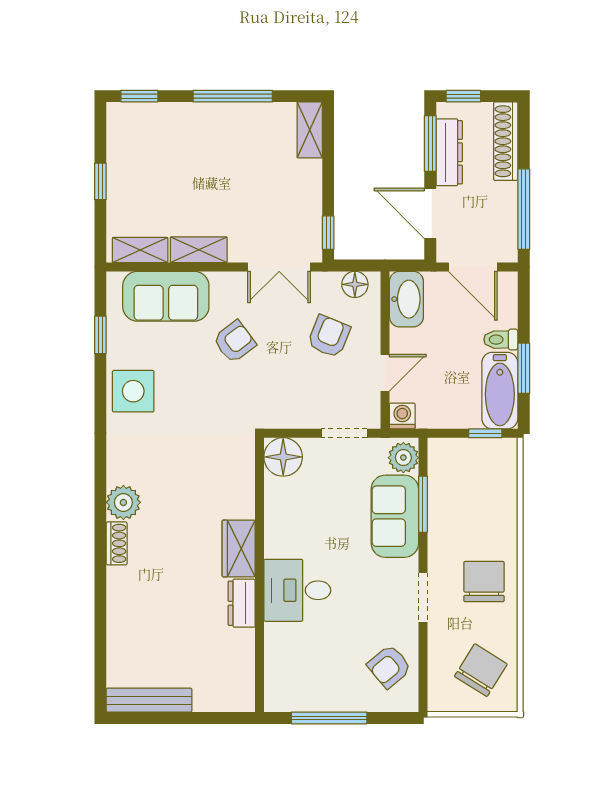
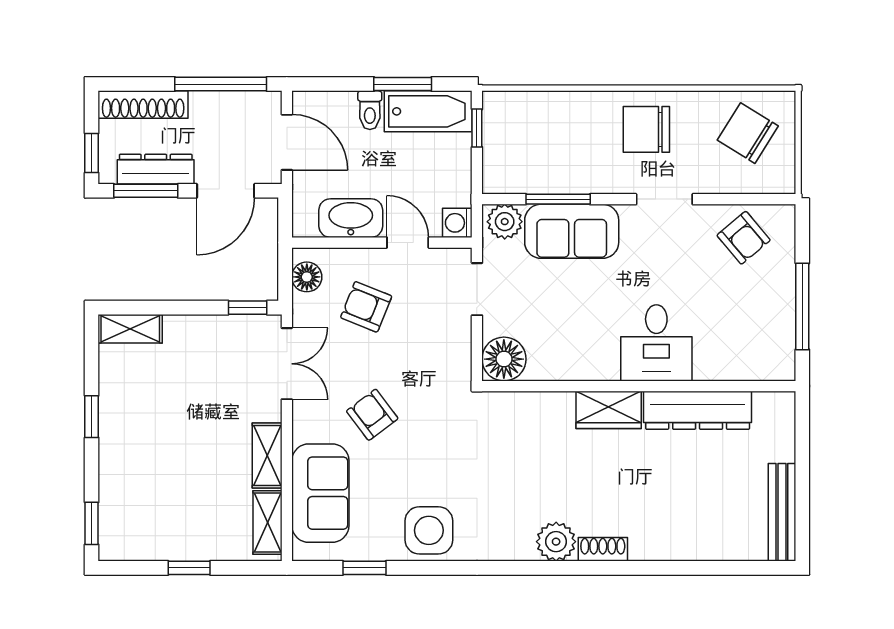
window: (233, 96) -> (92, 417), width x0.46
door: (473, 267) -> (287, 142), hinge flipped
washbasin: (406, 299) -> (351, 218), moved
dresser: (242, 603) -> (698, 410), width x1.96, depth x1.24

